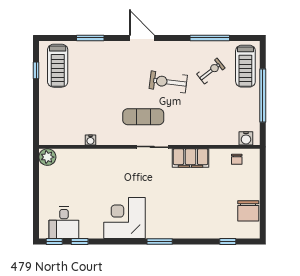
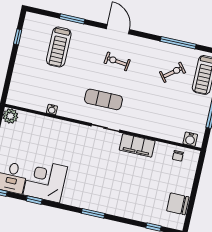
treadmill: (58, 66) -> (59, 47), moved
exercise bike: (168, 82) -> (117, 61), moved, width x0.73, depth x0.72
chair: (248, 211) -> (178, 204), turned 90
corner desk: (124, 218) -> (45, 181), moved
window: (80, 242) -> (34, 200), moved

